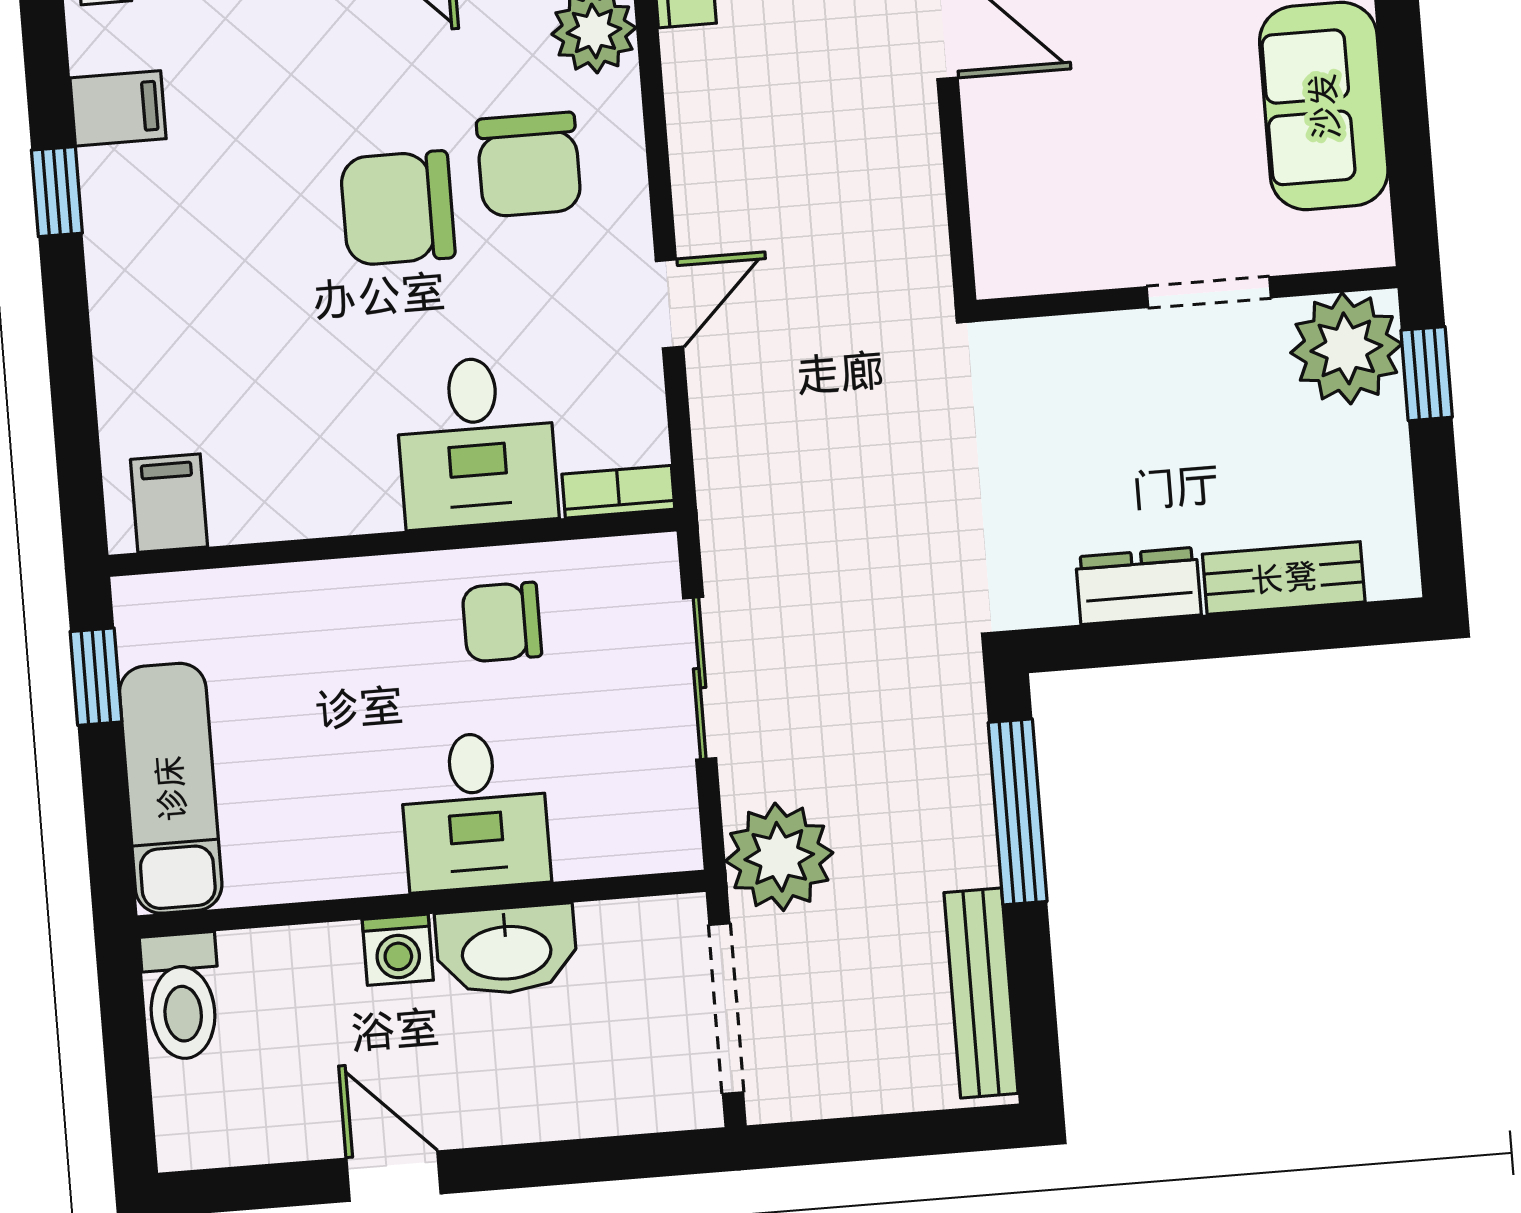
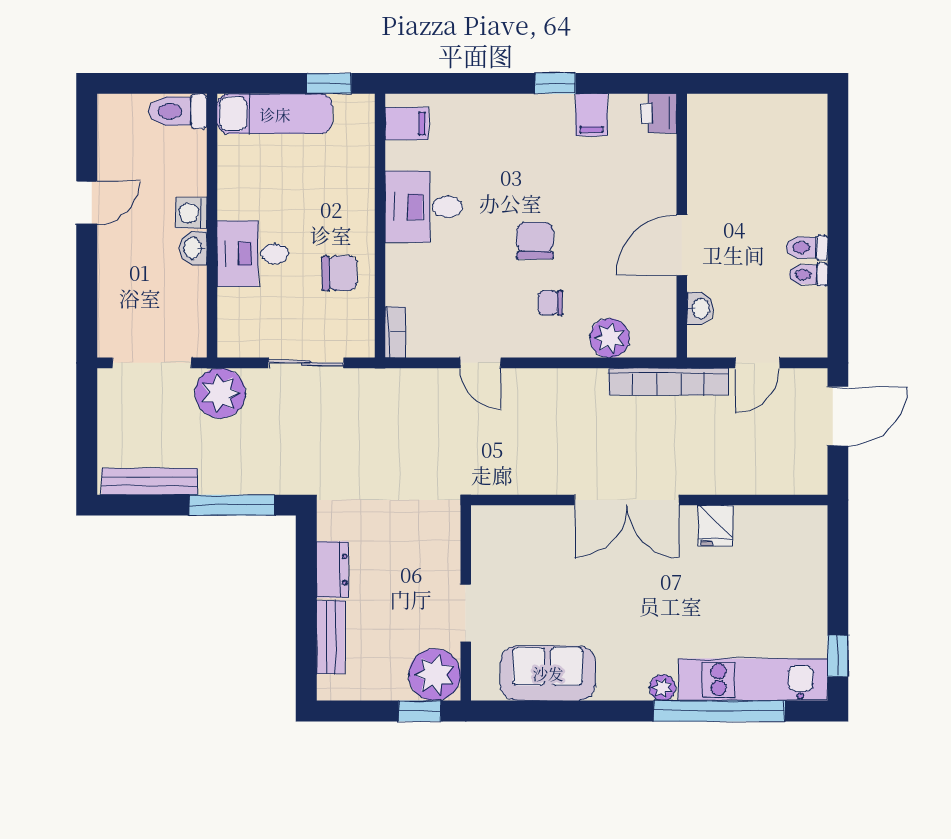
chair: (529, 165) -> (550, 303), width x0.54, depth x0.54
chair: (398, 208) -> (535, 241), width x0.73, depth x0.73
desk: (476, 442) -> (424, 207), moved
chair: (502, 622) -> (339, 273), turned 90
washbasin: (506, 950) -> (193, 248), width x0.52, depth x0.69

